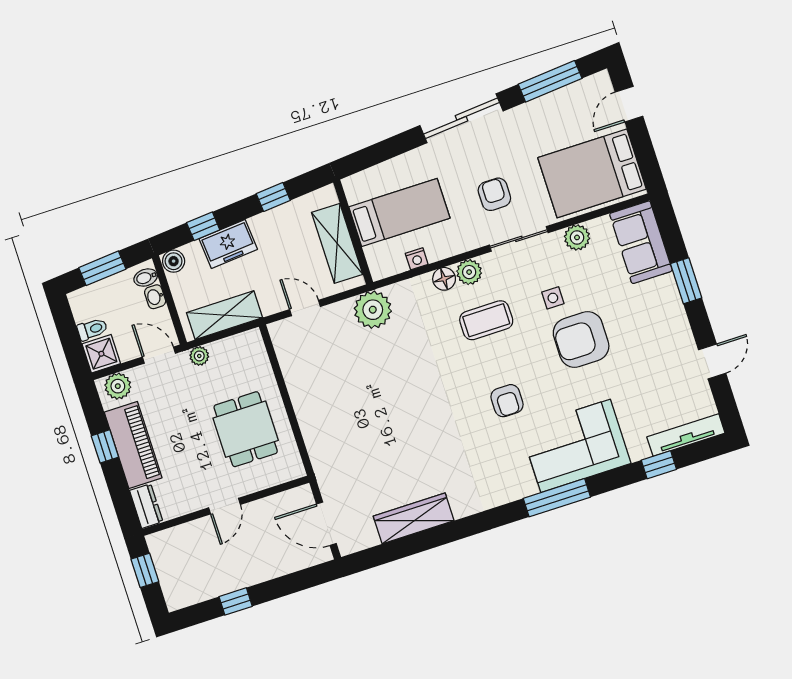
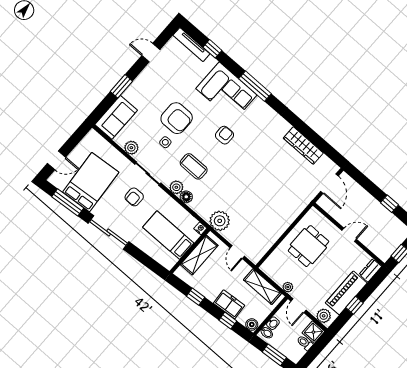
bed: (592, 173) -> (91, 182), moved, turned -95
nightstand: (417, 259) -> (200, 228), moved

